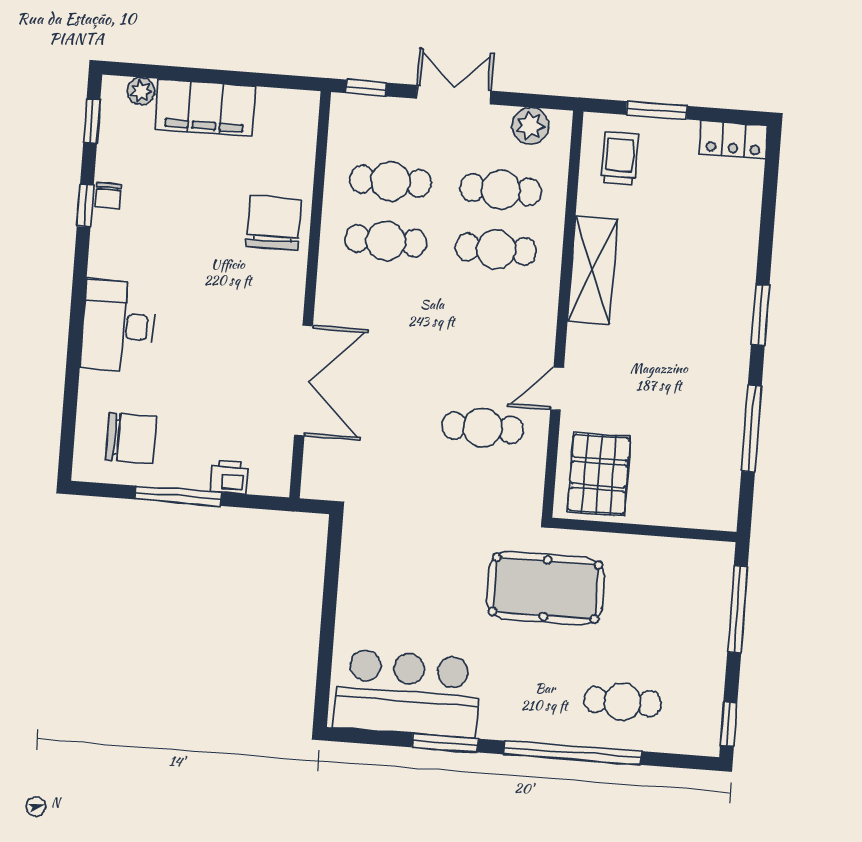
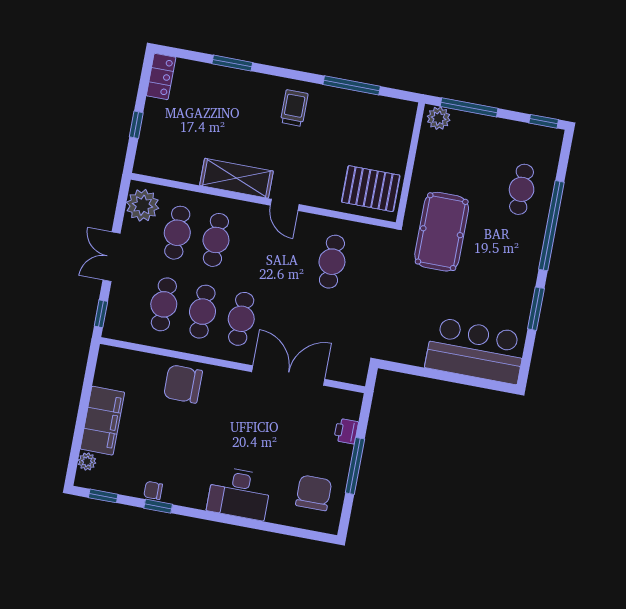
window: (657, 110) -> (136, 125), width x0.67
plant: (530, 126) -> (143, 205), width x1.36, depth x1.36
trolley: (620, 159) -> (294, 108), moved, turned 90
chair: (108, 196) -> (153, 490), turned 180
cafe table: (381, 300) -> (241, 319), added
window: (760, 315) -> (232, 63), moved
door: (557, 389) -> (285, 205), moved
plant: (716, 565) -> (439, 118), added
bar counter: (407, 693) -> (475, 351), moved, turned 90

